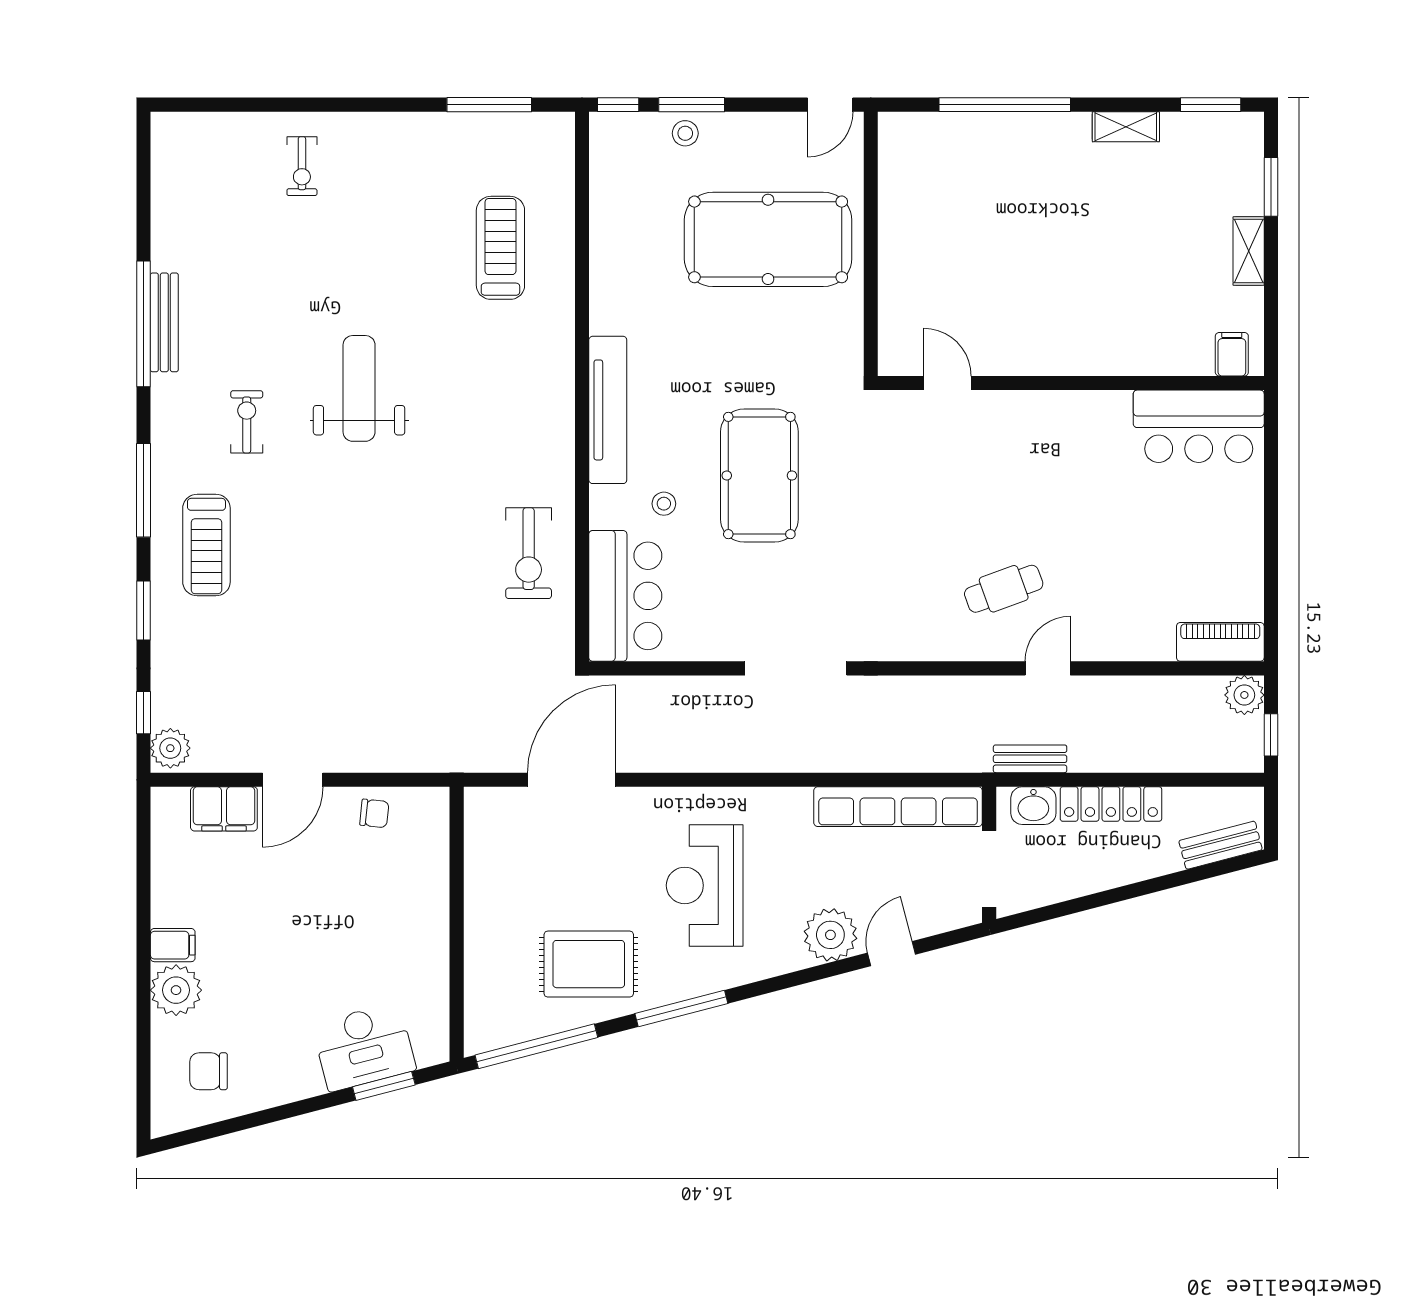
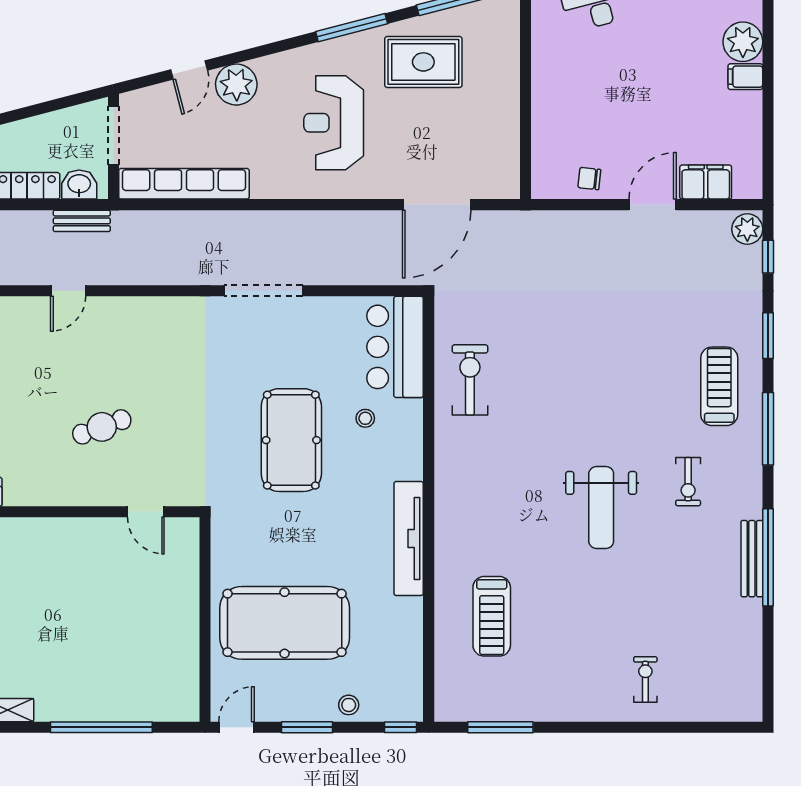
window: (692, 105) -> (307, 727), moved
tv unit: (608, 410) -> (409, 538), moved
cafe table: (1004, 589) -> (102, 427), moved
reception desk: (705, 885) -> (334, 123), turned 180

